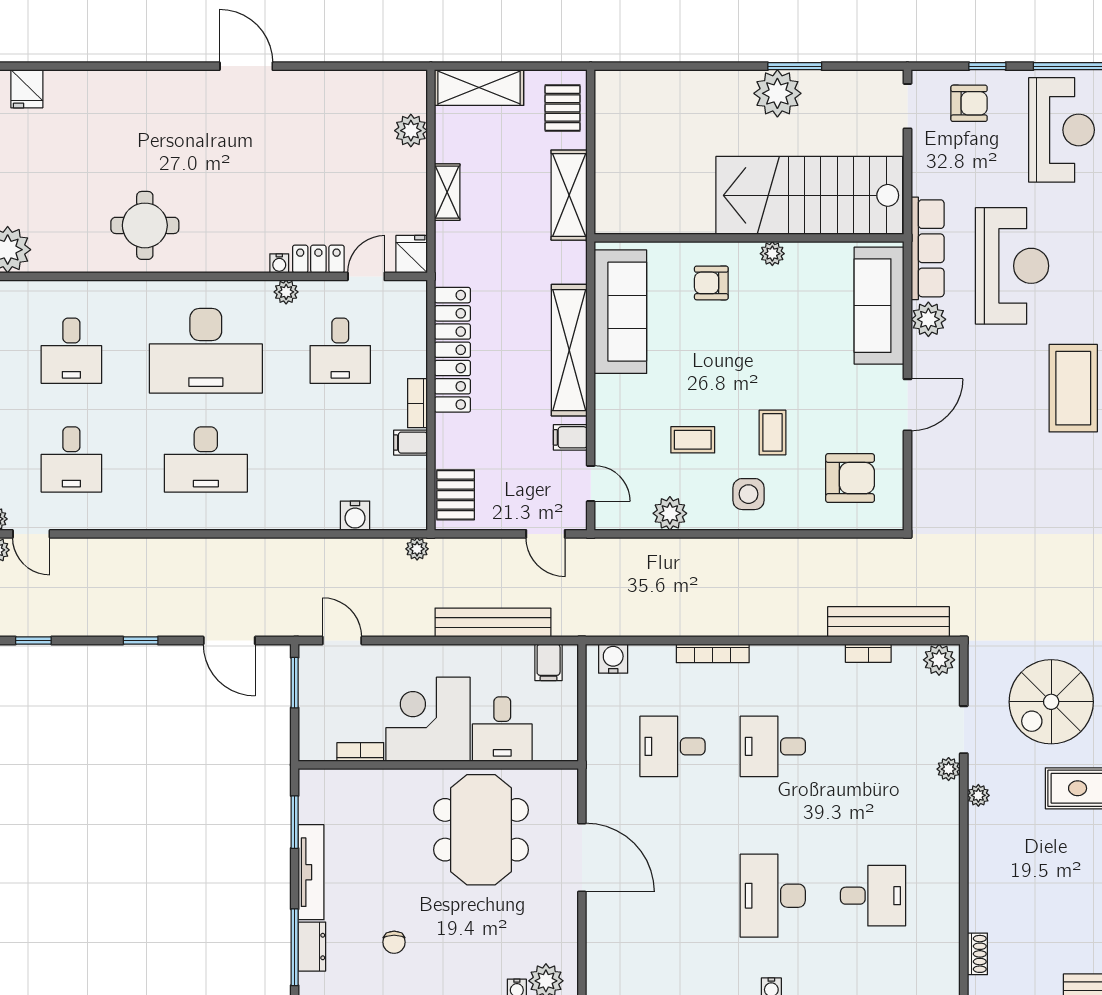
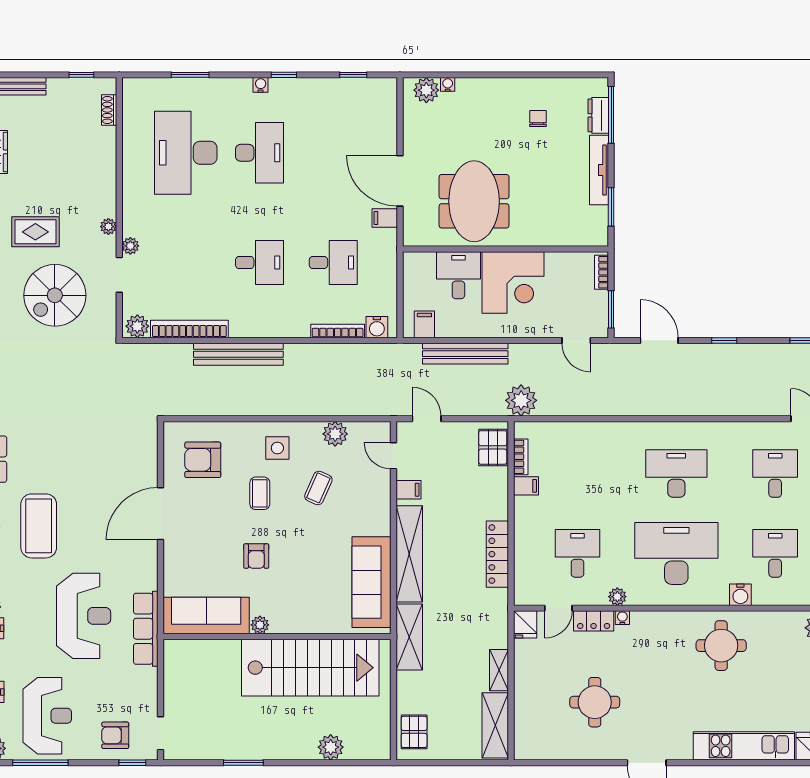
window: (987, 66) -> (132, 763), moved
shelving: (479, 88) -> (495, 725), moved, turned 90
kitchen unit: (114, 89) -> (744, 746), added
plant: (777, 93) -> (331, 747), moved, width x0.73, depth x0.73
reception desk: (1062, 130) -> (47, 716), turned 180
plant: (411, 131) -> (526, 715), removed
round table: (317, 148) -> (595, 702), added
shelving: (569, 195) -> (409, 637), moved
stairs: (809, 195) -> (310, 668), moved
reception desk: (1012, 266) -> (84, 616), turned 180
armchair: (711, 283) -> (256, 556), moved, turned 90
sofa: (879, 306) -> (206, 616), moved, turned -90
plant: (928, 319) -> (145, 577), removed
locker: (452, 350) -> (497, 554), width x0.71, depth x0.83
bookcase: (417, 403) -> (521, 457), moved
door: (907, 405) -> (161, 514), width x1.36
coffee table: (693, 440) -> (318, 488), turned -66
water cooler: (355, 516) -> (740, 595), moved, turned 180
plant: (417, 549) -> (521, 400), width x1.87, depth x1.87
bench: (889, 622) -> (238, 354), moved
bookcase: (713, 653) -> (338, 331), moved
bookcase: (868, 653) -> (189, 329), width x2.31, depth x1.31
spiral stairs: (1051, 702) -> (55, 295), turned 180
bookcase: (360, 752) -> (602, 272), moved, turned 90
filing cabinet: (602, 807) -> (385, 218), added
desk: (873, 896) -> (186, 153), width x1.87, depth x1.30

